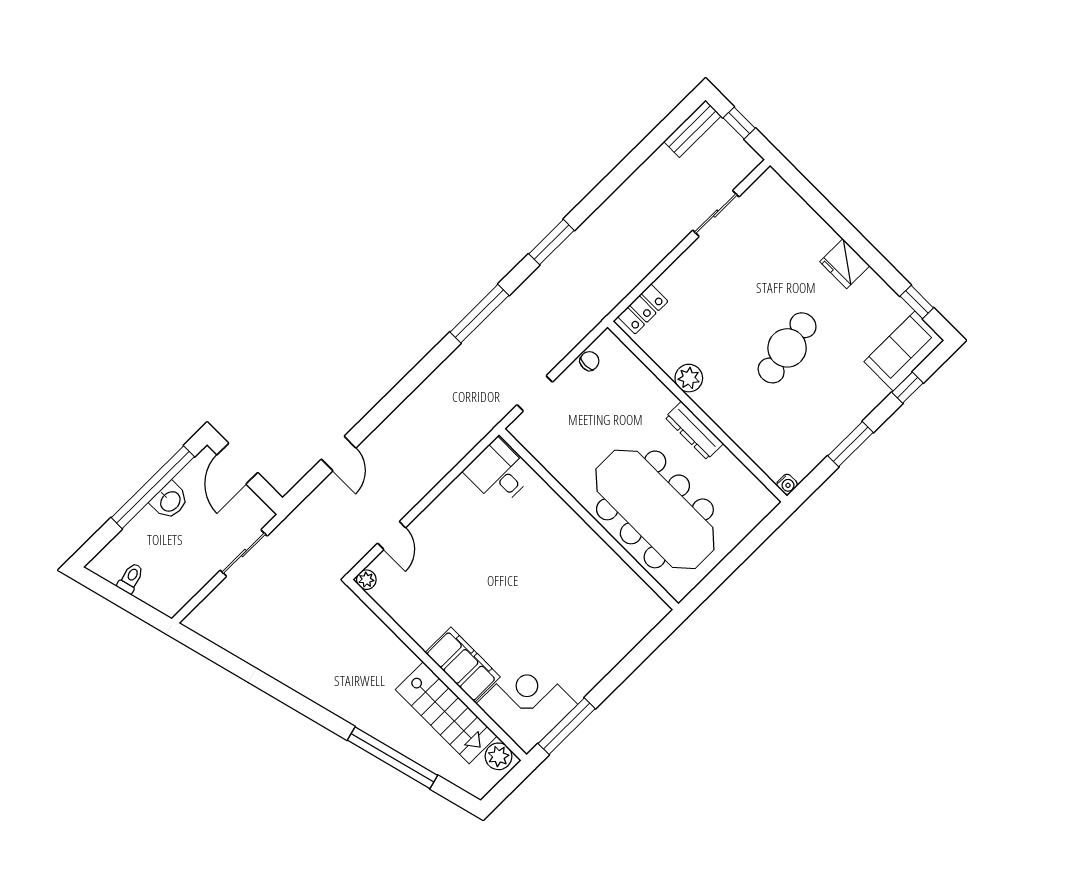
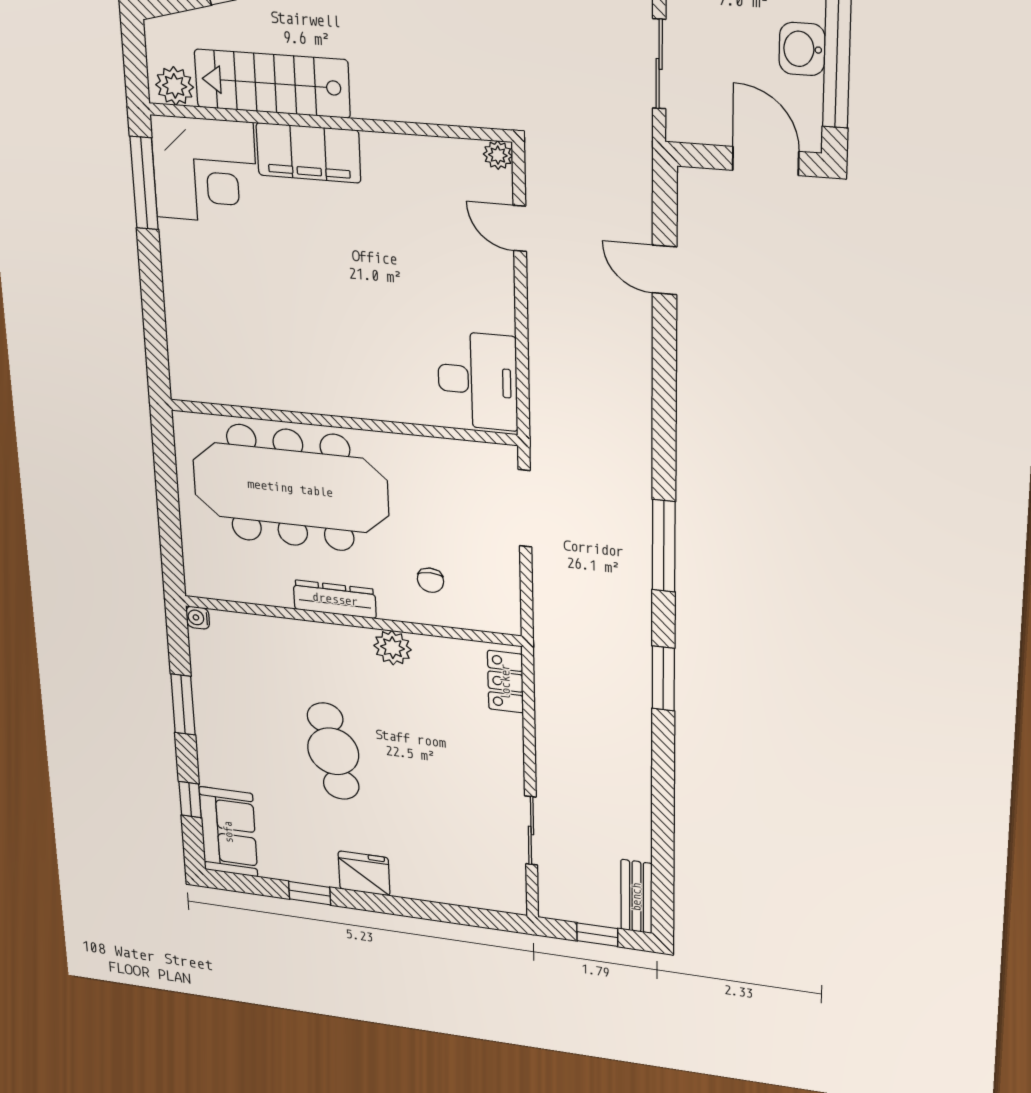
window: (917, 302) -> (310, 893), moved
chair: (589, 361) -> (430, 580), moved
doorway: (535, 393) -> (525, 508), width x1.38
desk: (499, 473) -> (478, 381), width x1.37

